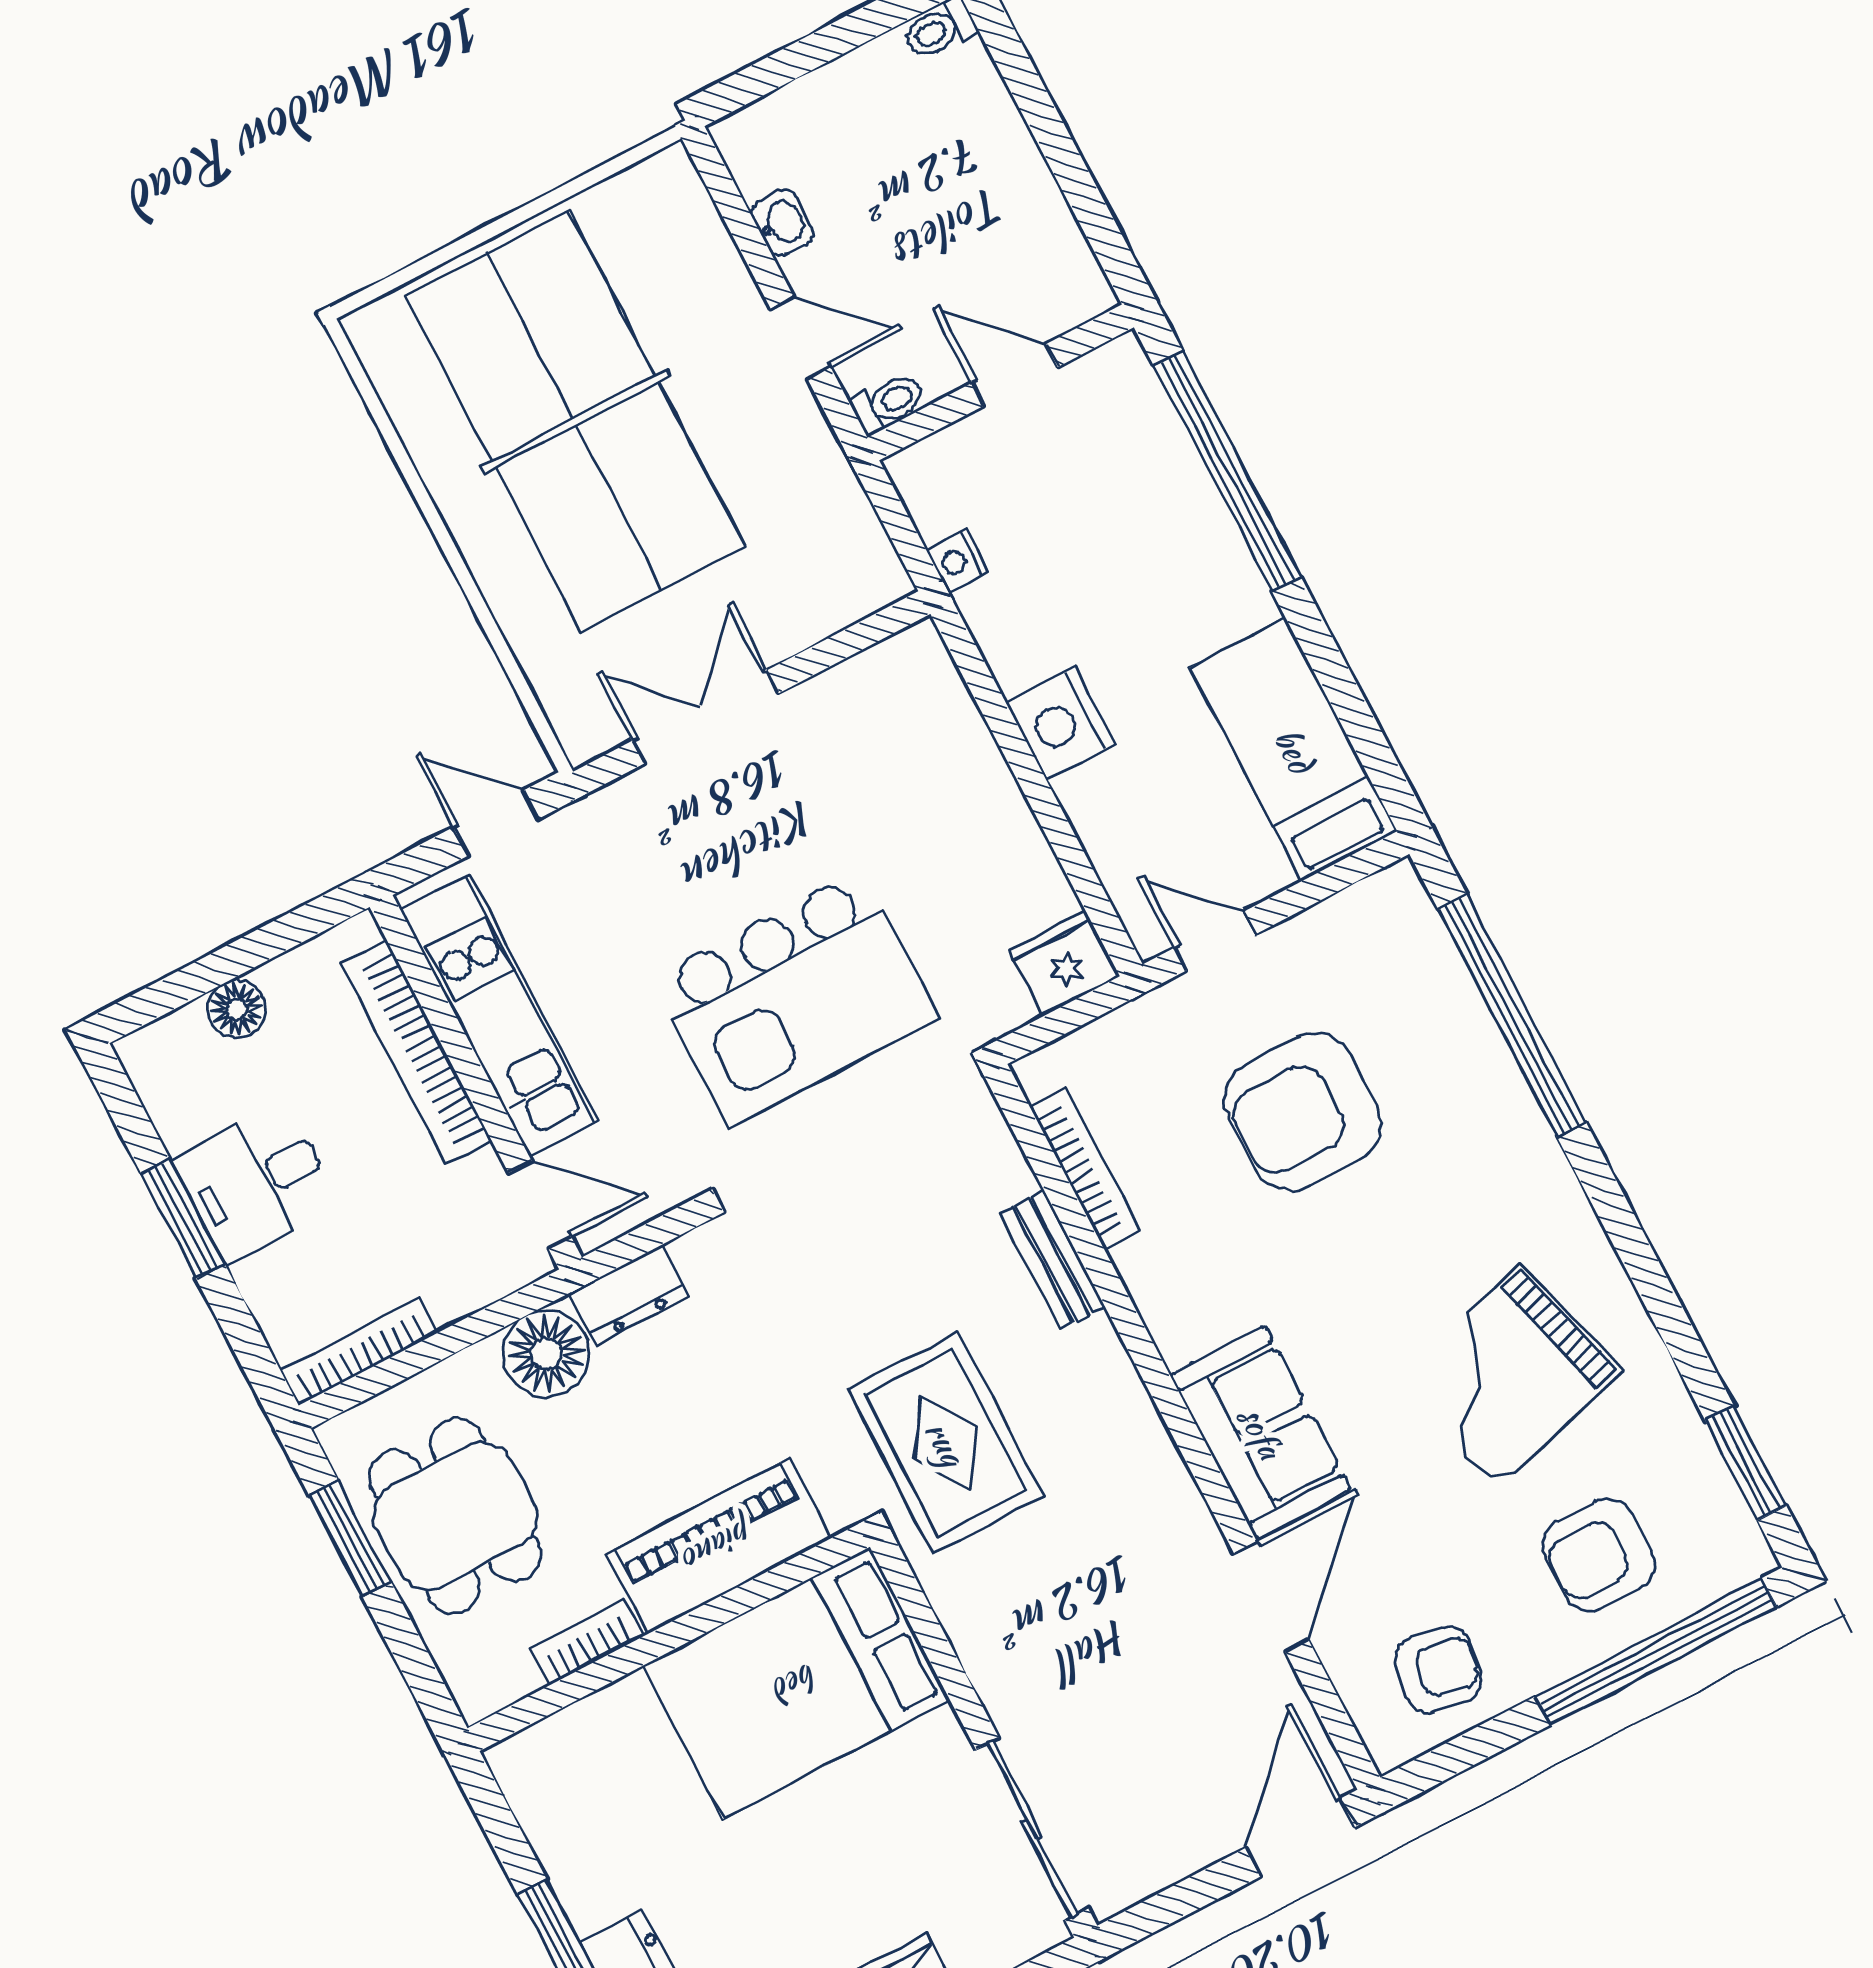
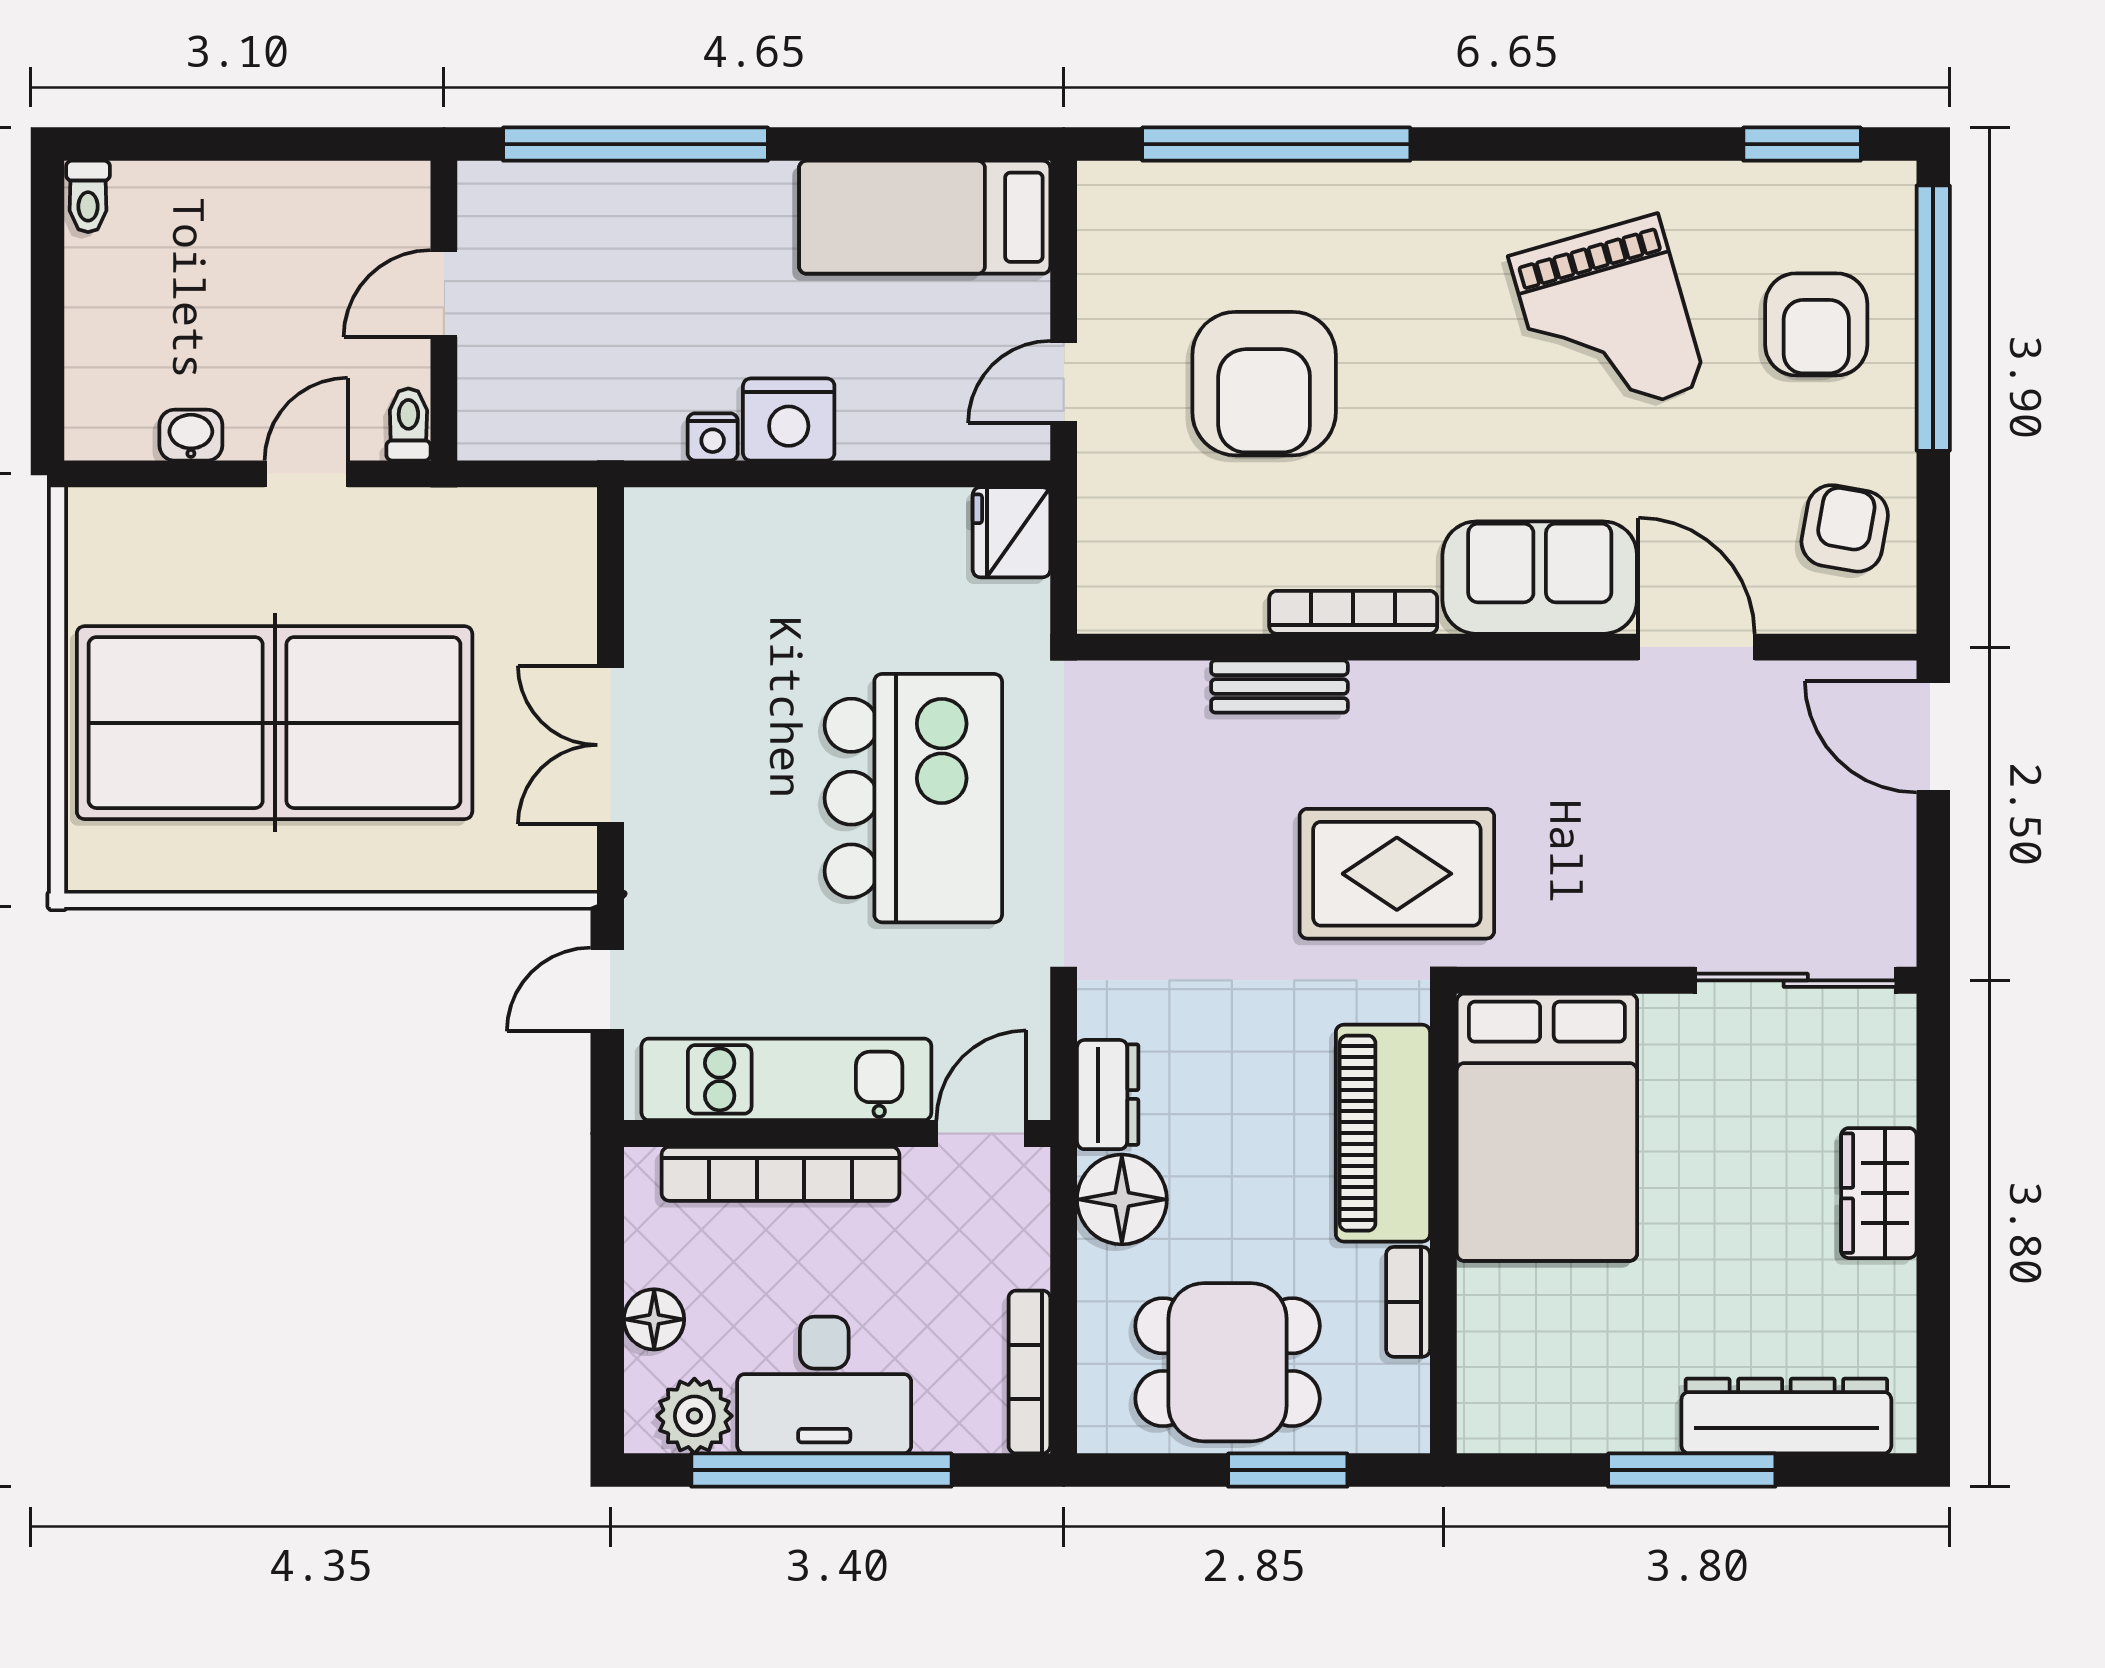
nightstand: (957, 561) -> (713, 437), moved
plant: (172, 1087) -> (694, 1416), added
bookcase: (1085, 1169) -> (1353, 612), moved
desk: (256, 1183) -> (824, 1385), width x1.37
window: (183, 1219) -> (821, 1470), width x2.11
window: (350, 1539) -> (1288, 1470), moved

